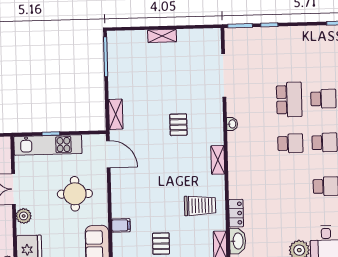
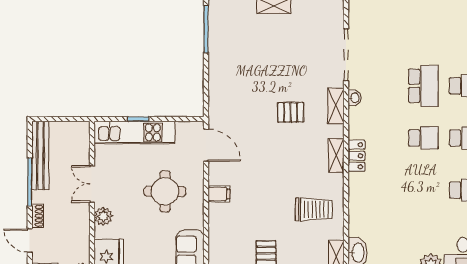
shelving: (116, 114) -> (336, 106), moved
washbasin: (232, 124) -> (355, 98), moved
pallet: (178, 125) -> (291, 112), turned 90
locker: (236, 213) -> (357, 156), moved
filing cabinet: (121, 225) -> (219, 194), moved

